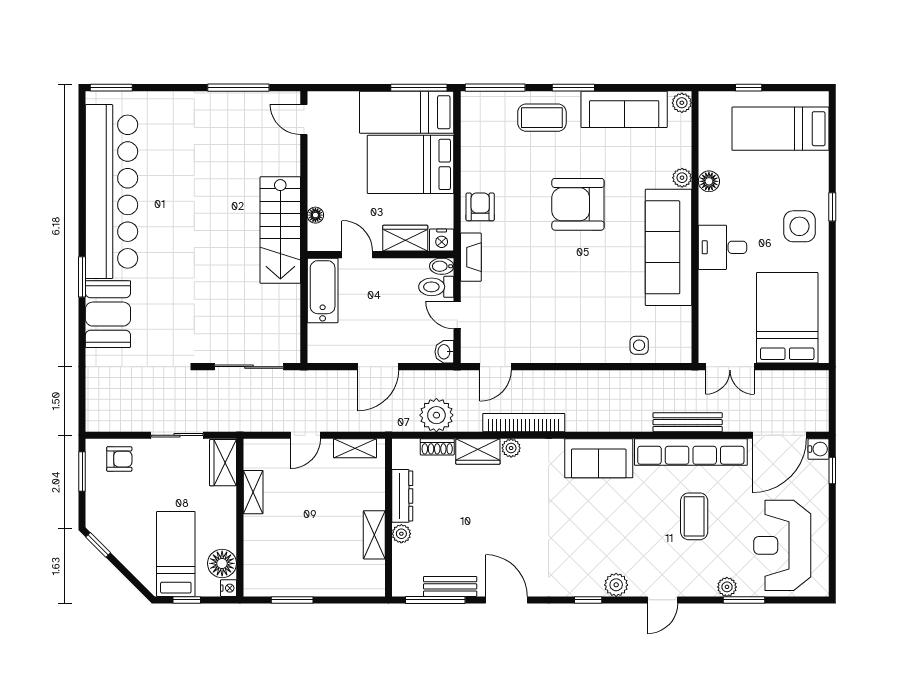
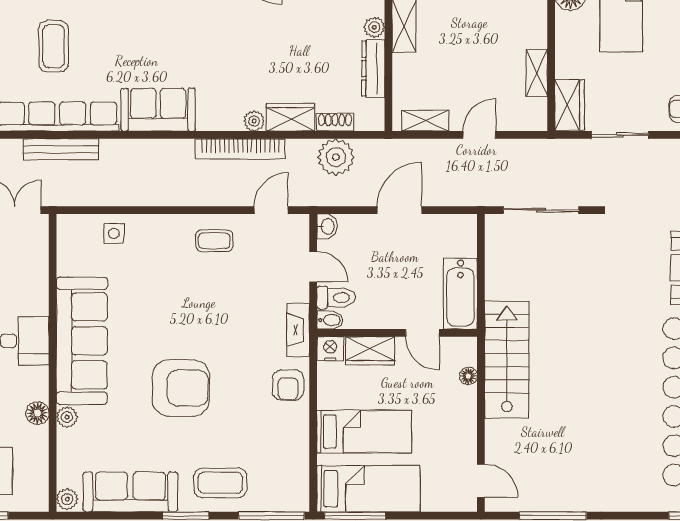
bed: (411, 164) -> (364, 432), width x0.67
coffee table: (547, 339) -> (214, 241), added

